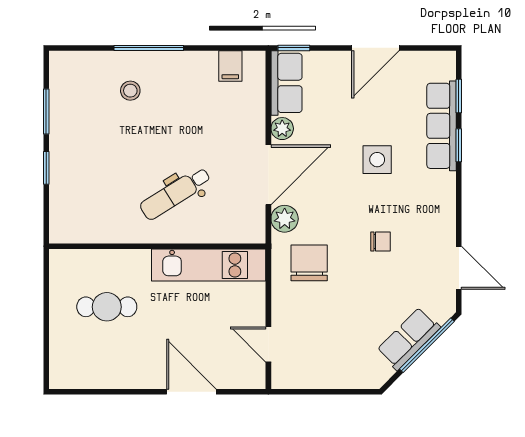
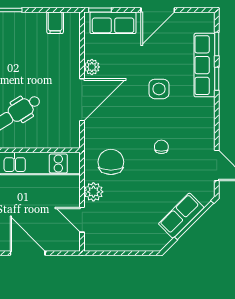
row of seats: (286, 83) -> (113, 23), moved, turned 90
plant: (285, 219) -> (93, 192), moved
chair: (381, 241) -> (161, 147), turned -90

